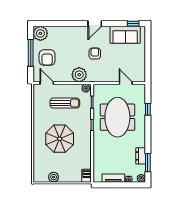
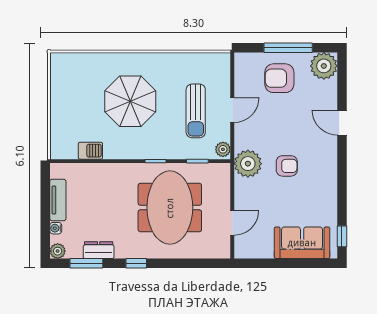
door: (95, 24) -> (342, 123), moved
sofa: (125, 35) -> (302, 243), moved, turned 90
plant: (79, 75) -> (248, 164), moved
door: (47, 83) -> (232, 110), moved
window: (148, 109) -> (136, 263), moved
meeting table: (117, 117) -> (170, 208), turned 90
barbecue: (87, 176) -> (90, 151), moved
plant: (54, 177) -> (60, 90), removed

